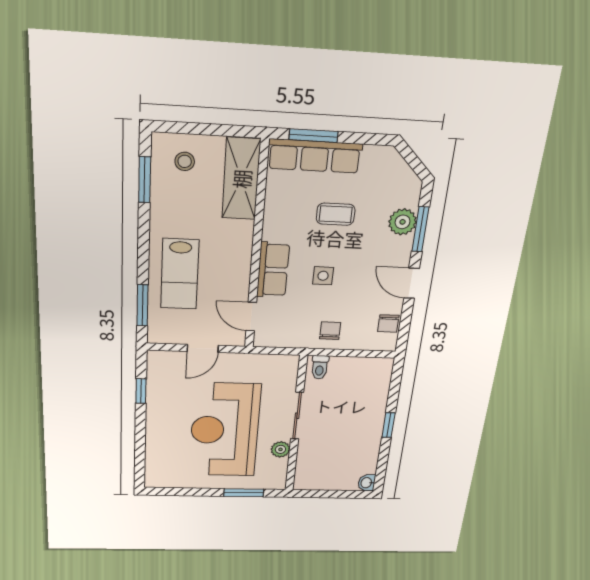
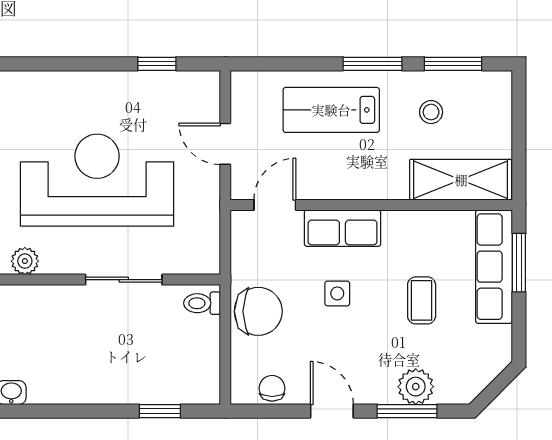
stool: (185, 161) -> (431, 112), moved
door: (412, 283) -> (332, 411), hinge flipped
window: (142, 305) -> (372, 64), moved
chair: (388, 324) -> (272, 388), turned 90
chair: (330, 331) -> (258, 311), width x1.87, depth x1.87
window: (389, 425) -> (160, 411), moved
plant: (280, 449) -> (25, 261), moved

